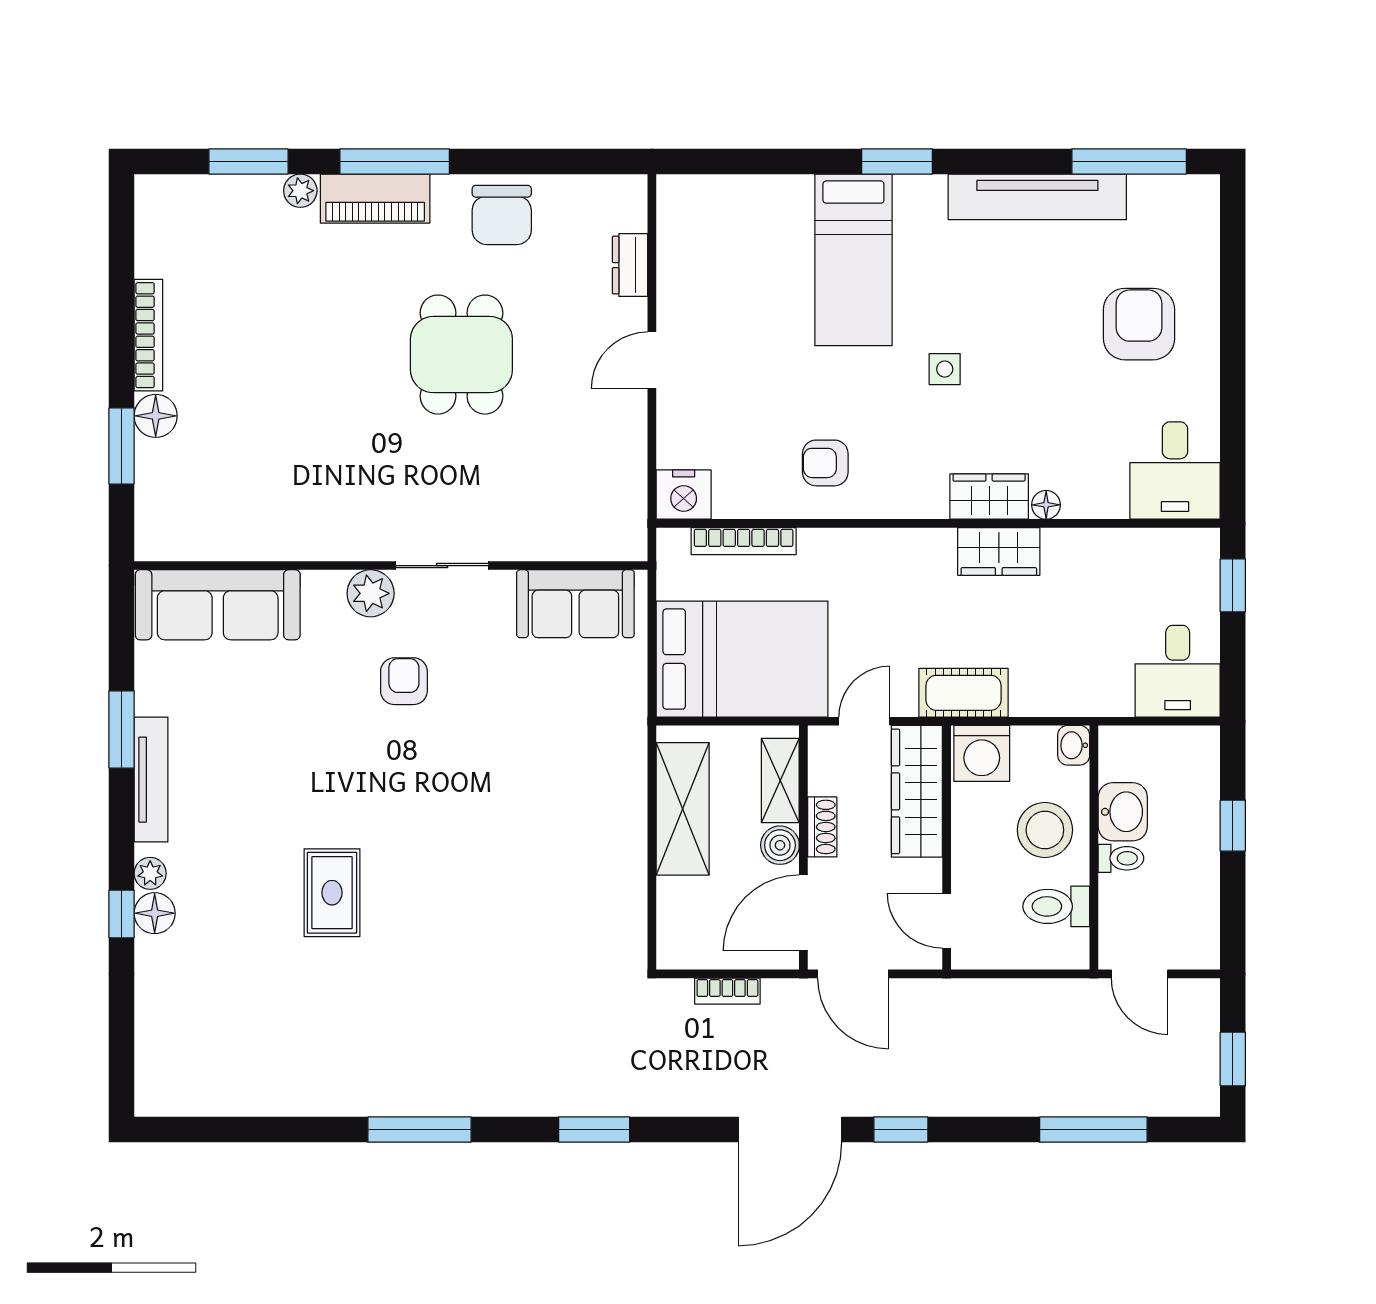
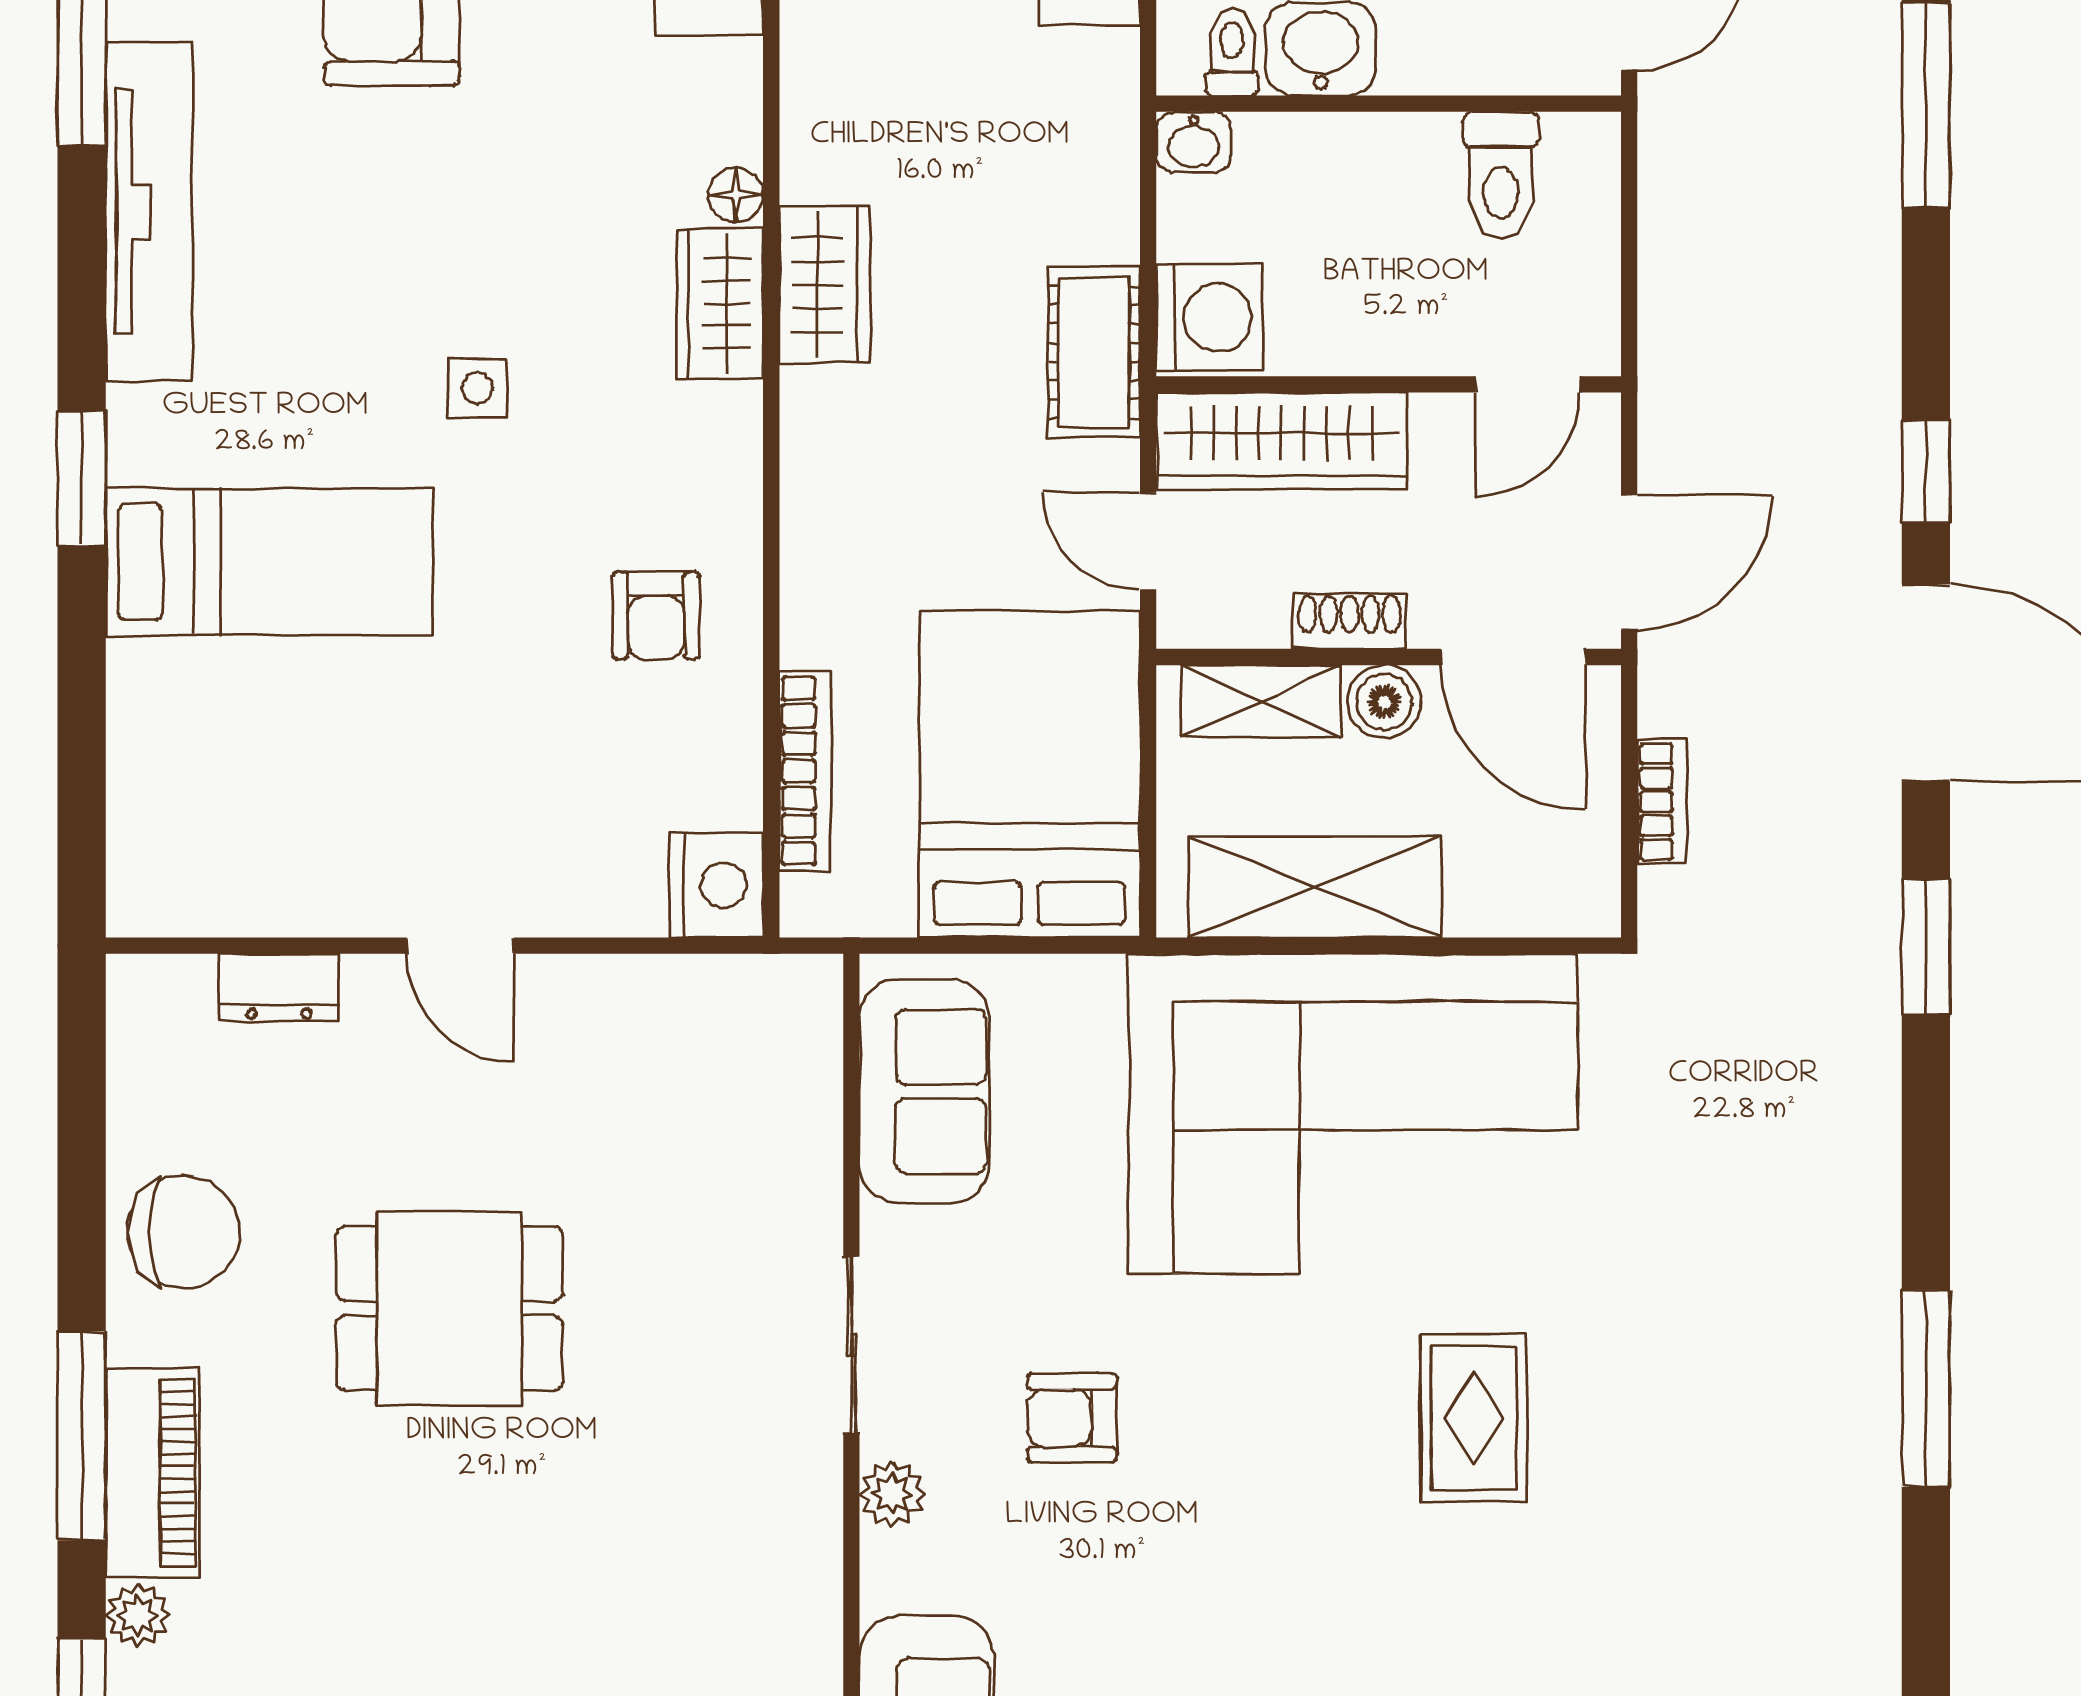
plant: (371, 593) -> (892, 1494), width x0.73, depth x0.73
corner sofa: (564, 829) -> (1353, 1114), added
stool: (1045, 830) -> (1355, 197), removed
toilet: (1121, 858) -> (1232, 52), moved
rug: (332, 893) -> (1474, 1418), moved, turned 90
window: (594, 1130) -> (1926, 947), moved

